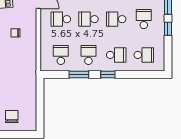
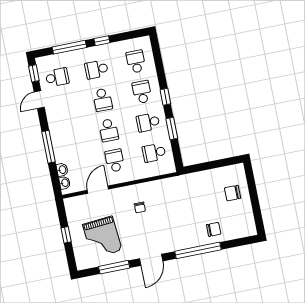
school desk: (61, 19) -> (115, 161), turned 180

